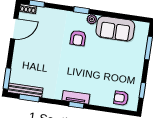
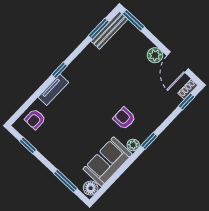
floor lamp: (141, 28) -> (91, 188), added
plant: (20, 47) -> (155, 55), added
tv unit: (76, 97) -> (53, 90), moved
armchair: (121, 98) -> (35, 119), turned 180

